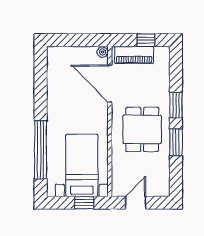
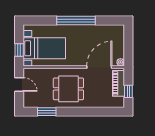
window: (176, 105) -> (85, 112), removed
window: (176, 142) -> (47, 112), moved
window: (41, 150) -> (76, 21), moved

